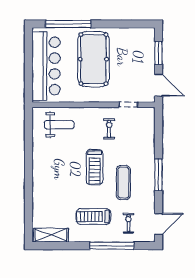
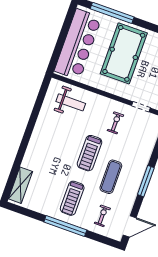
treadmill: (93, 217) -> (72, 198), turned -90
shelving: (51, 235) -> (20, 185), moved, turned 90
window: (112, 246) -> (65, 226), moved

